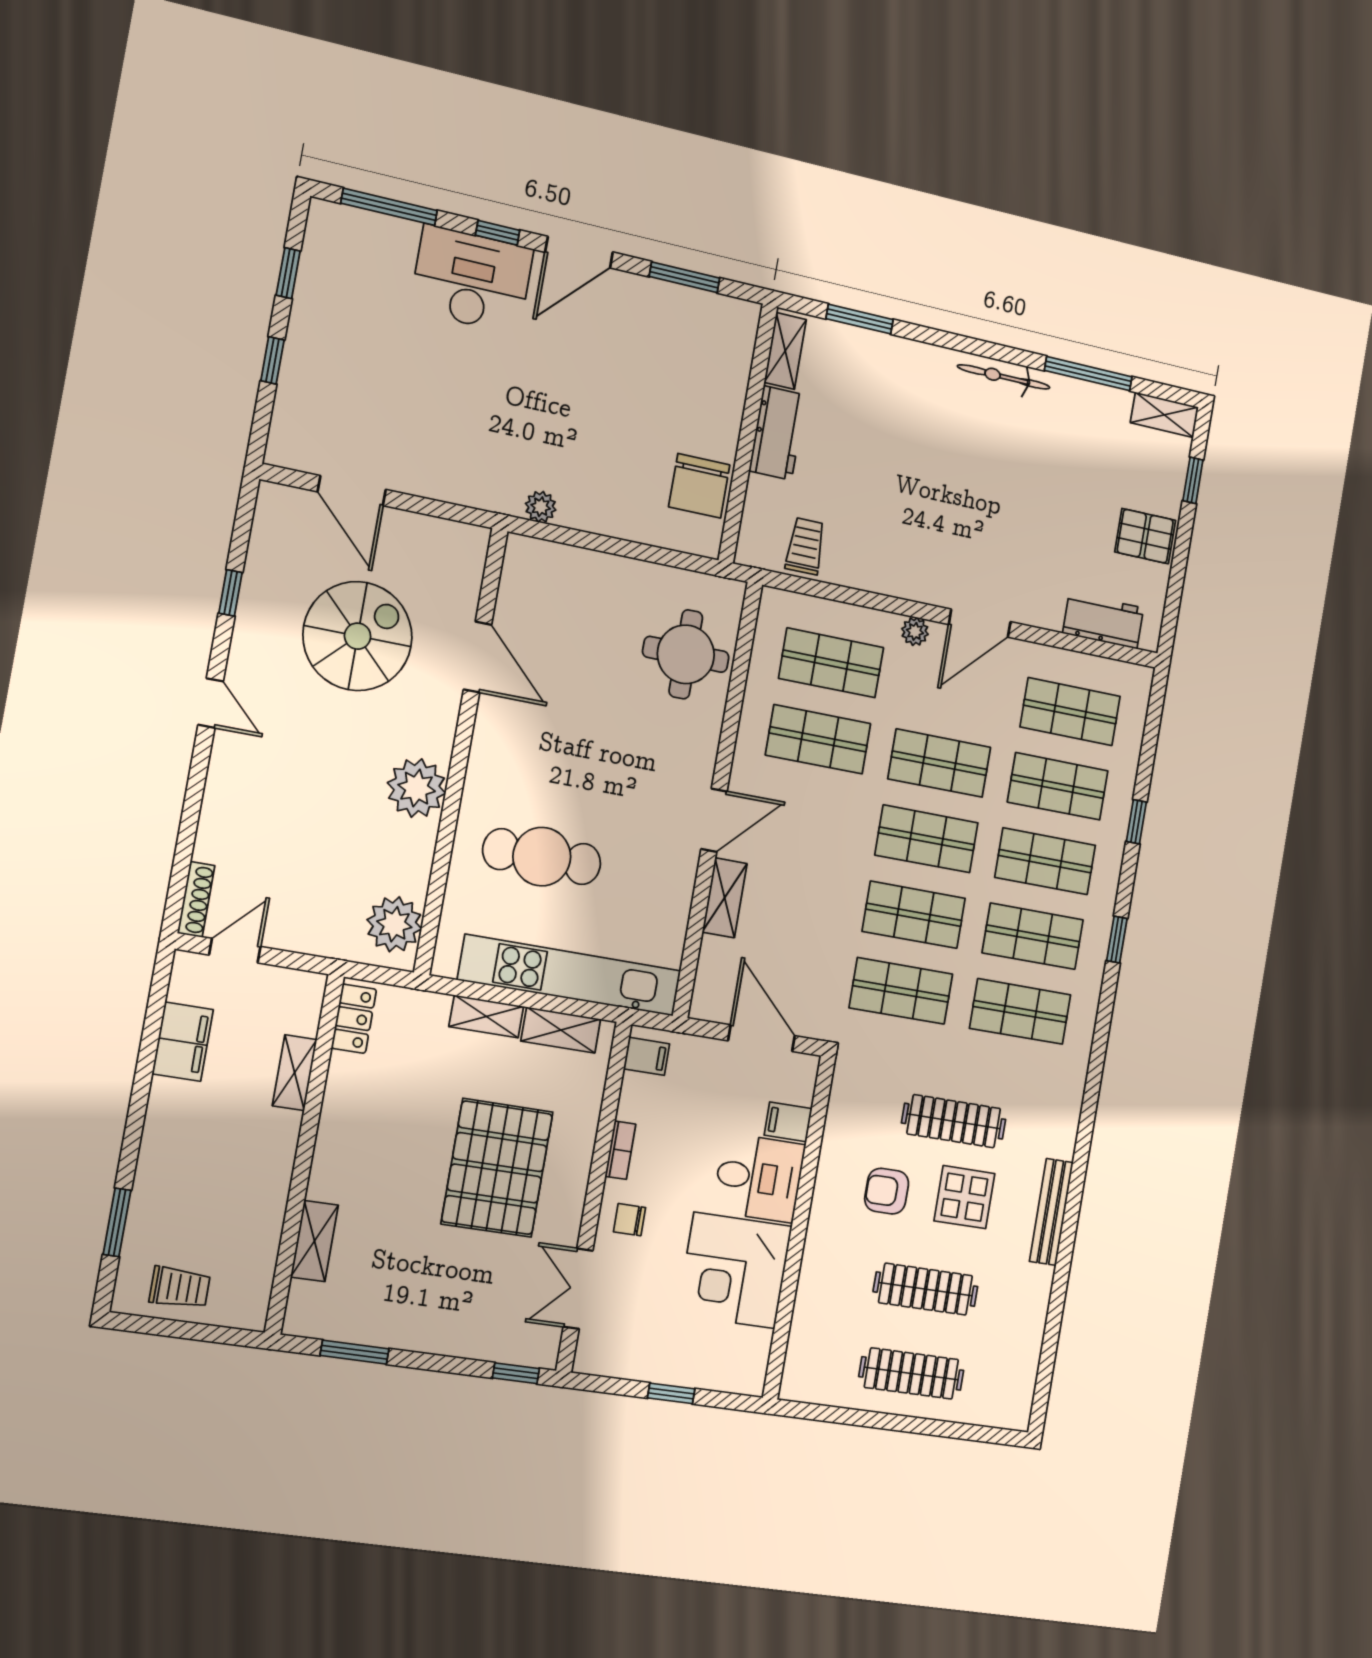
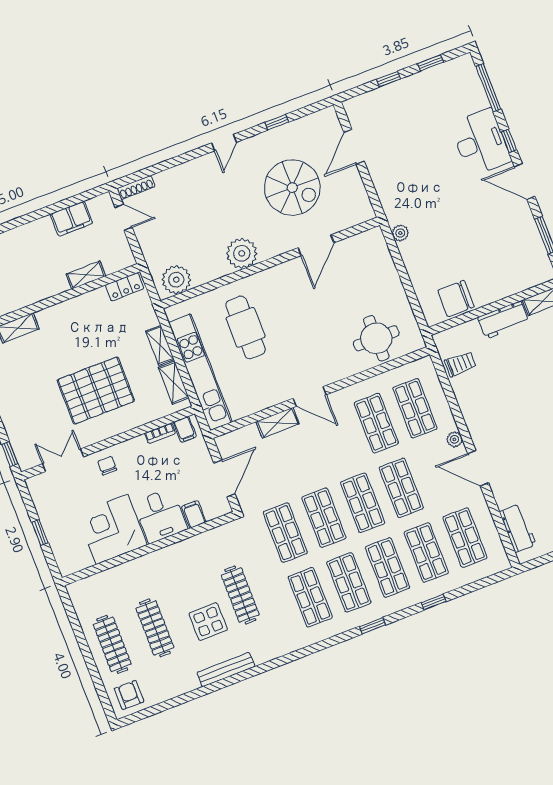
bookcase: (620, 1150) -> (160, 433), moved
armchair: (887, 1191) -> (129, 695), moved

